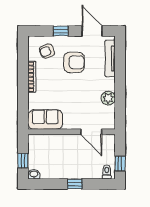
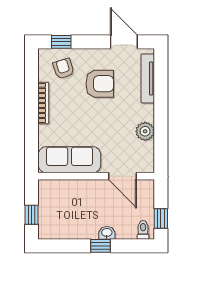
window: (61, 31) -> (61, 42), moved
armchair: (47, 51) -> (64, 69), turned 93
sofa: (45, 119) -> (70, 160), width x1.36
washbasin: (34, 174) -> (107, 233), moved

